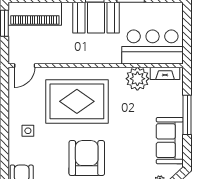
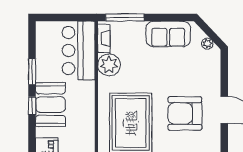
window: (187, 115) -> (125, 17), moved

